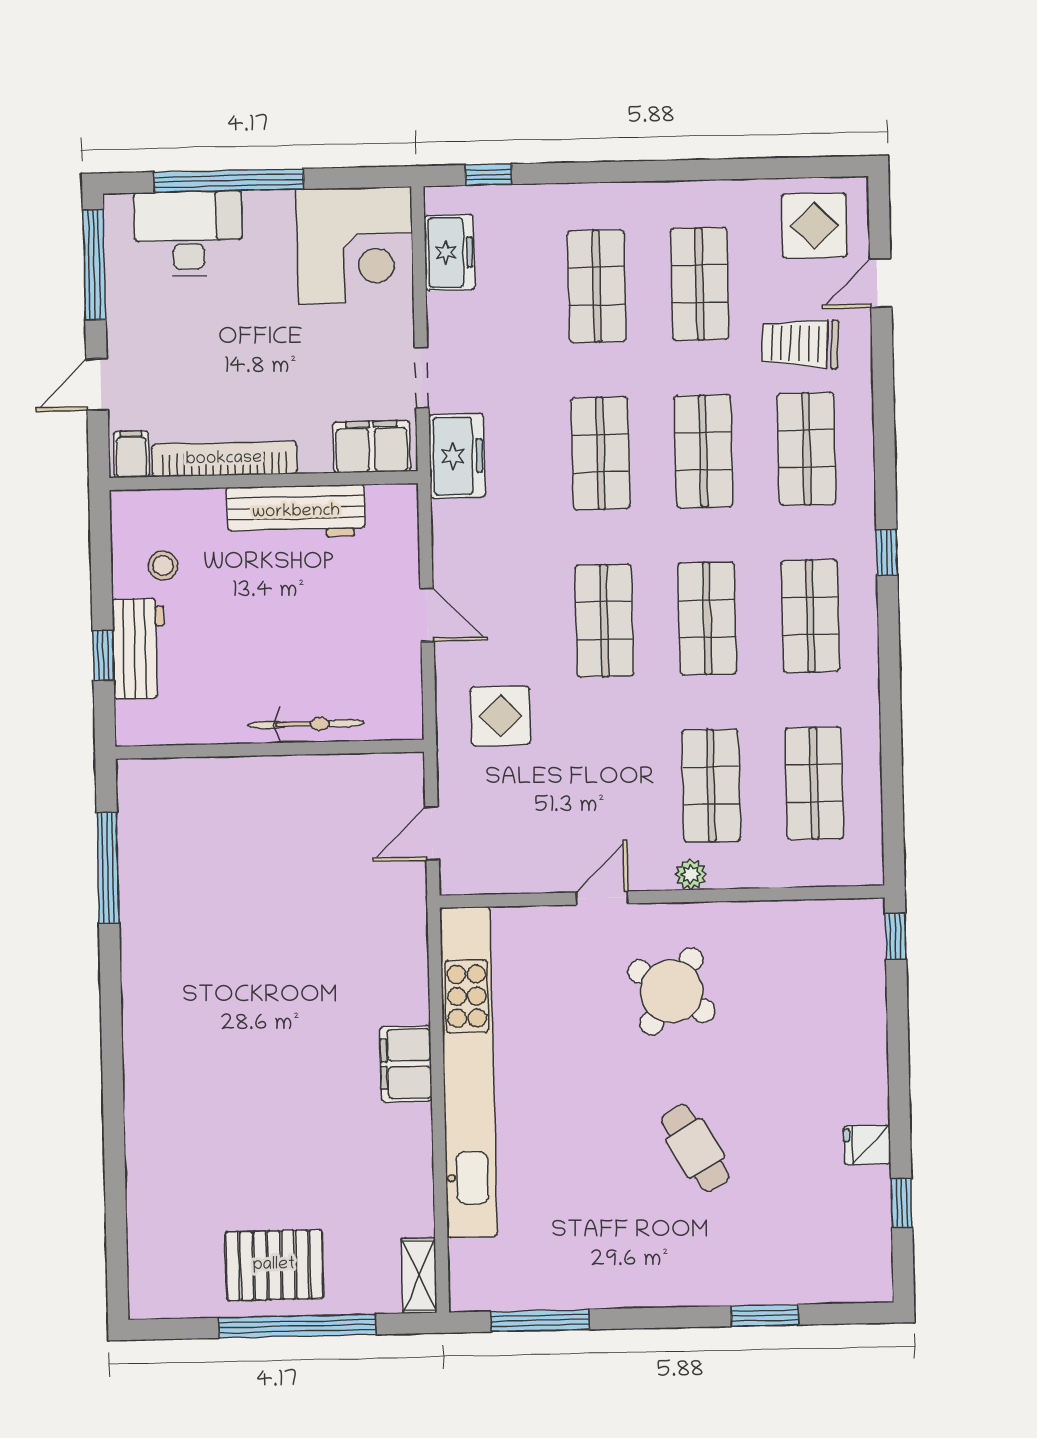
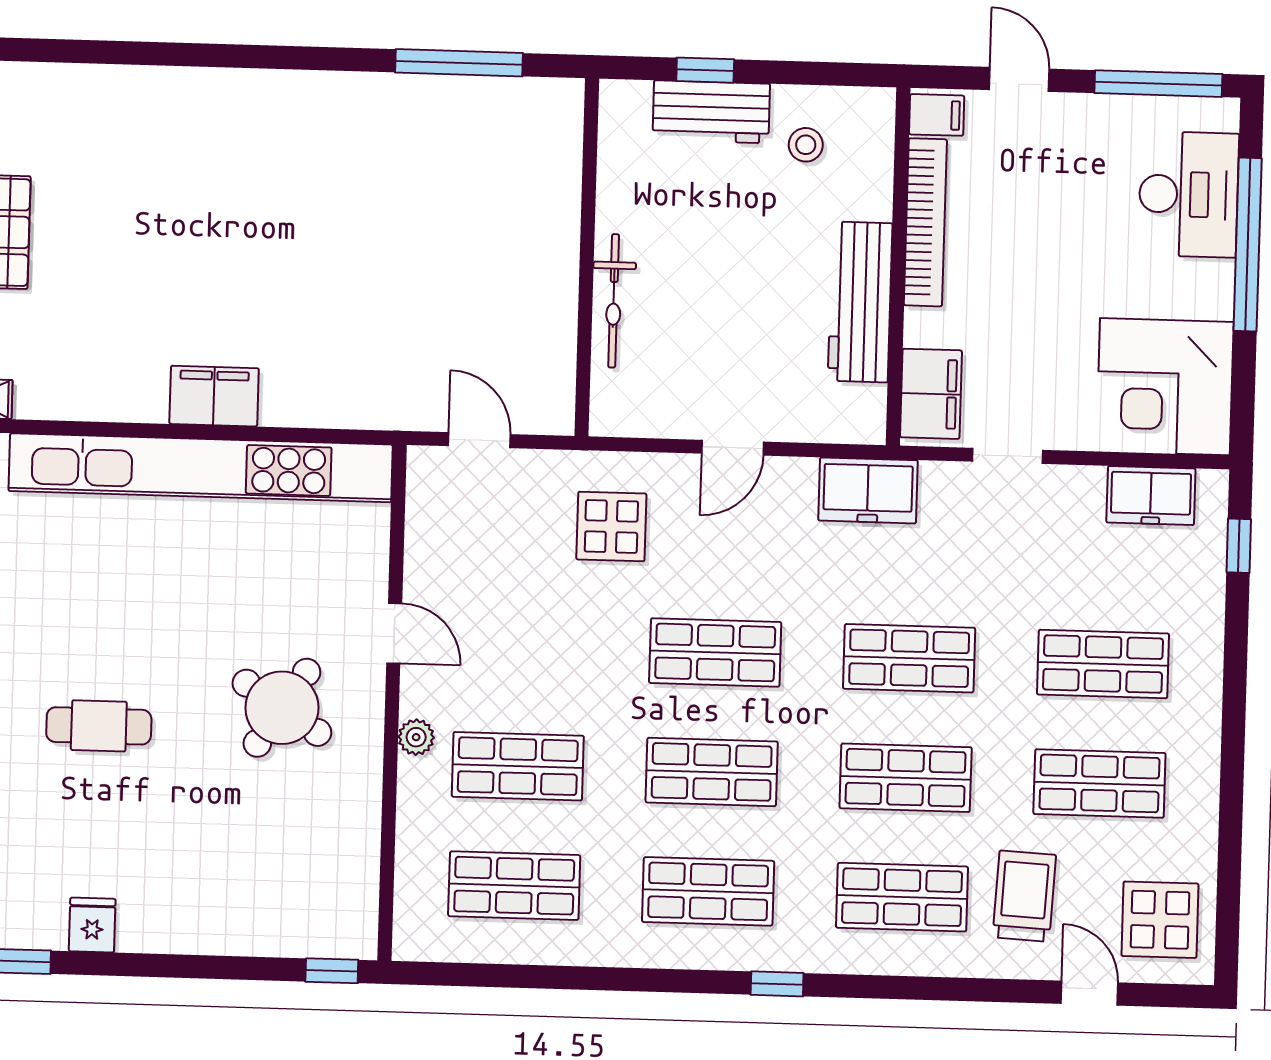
freezer: (457, 456) -> (868, 490), moved
cafe table: (695, 1148) -> (99, 726), turned 30

